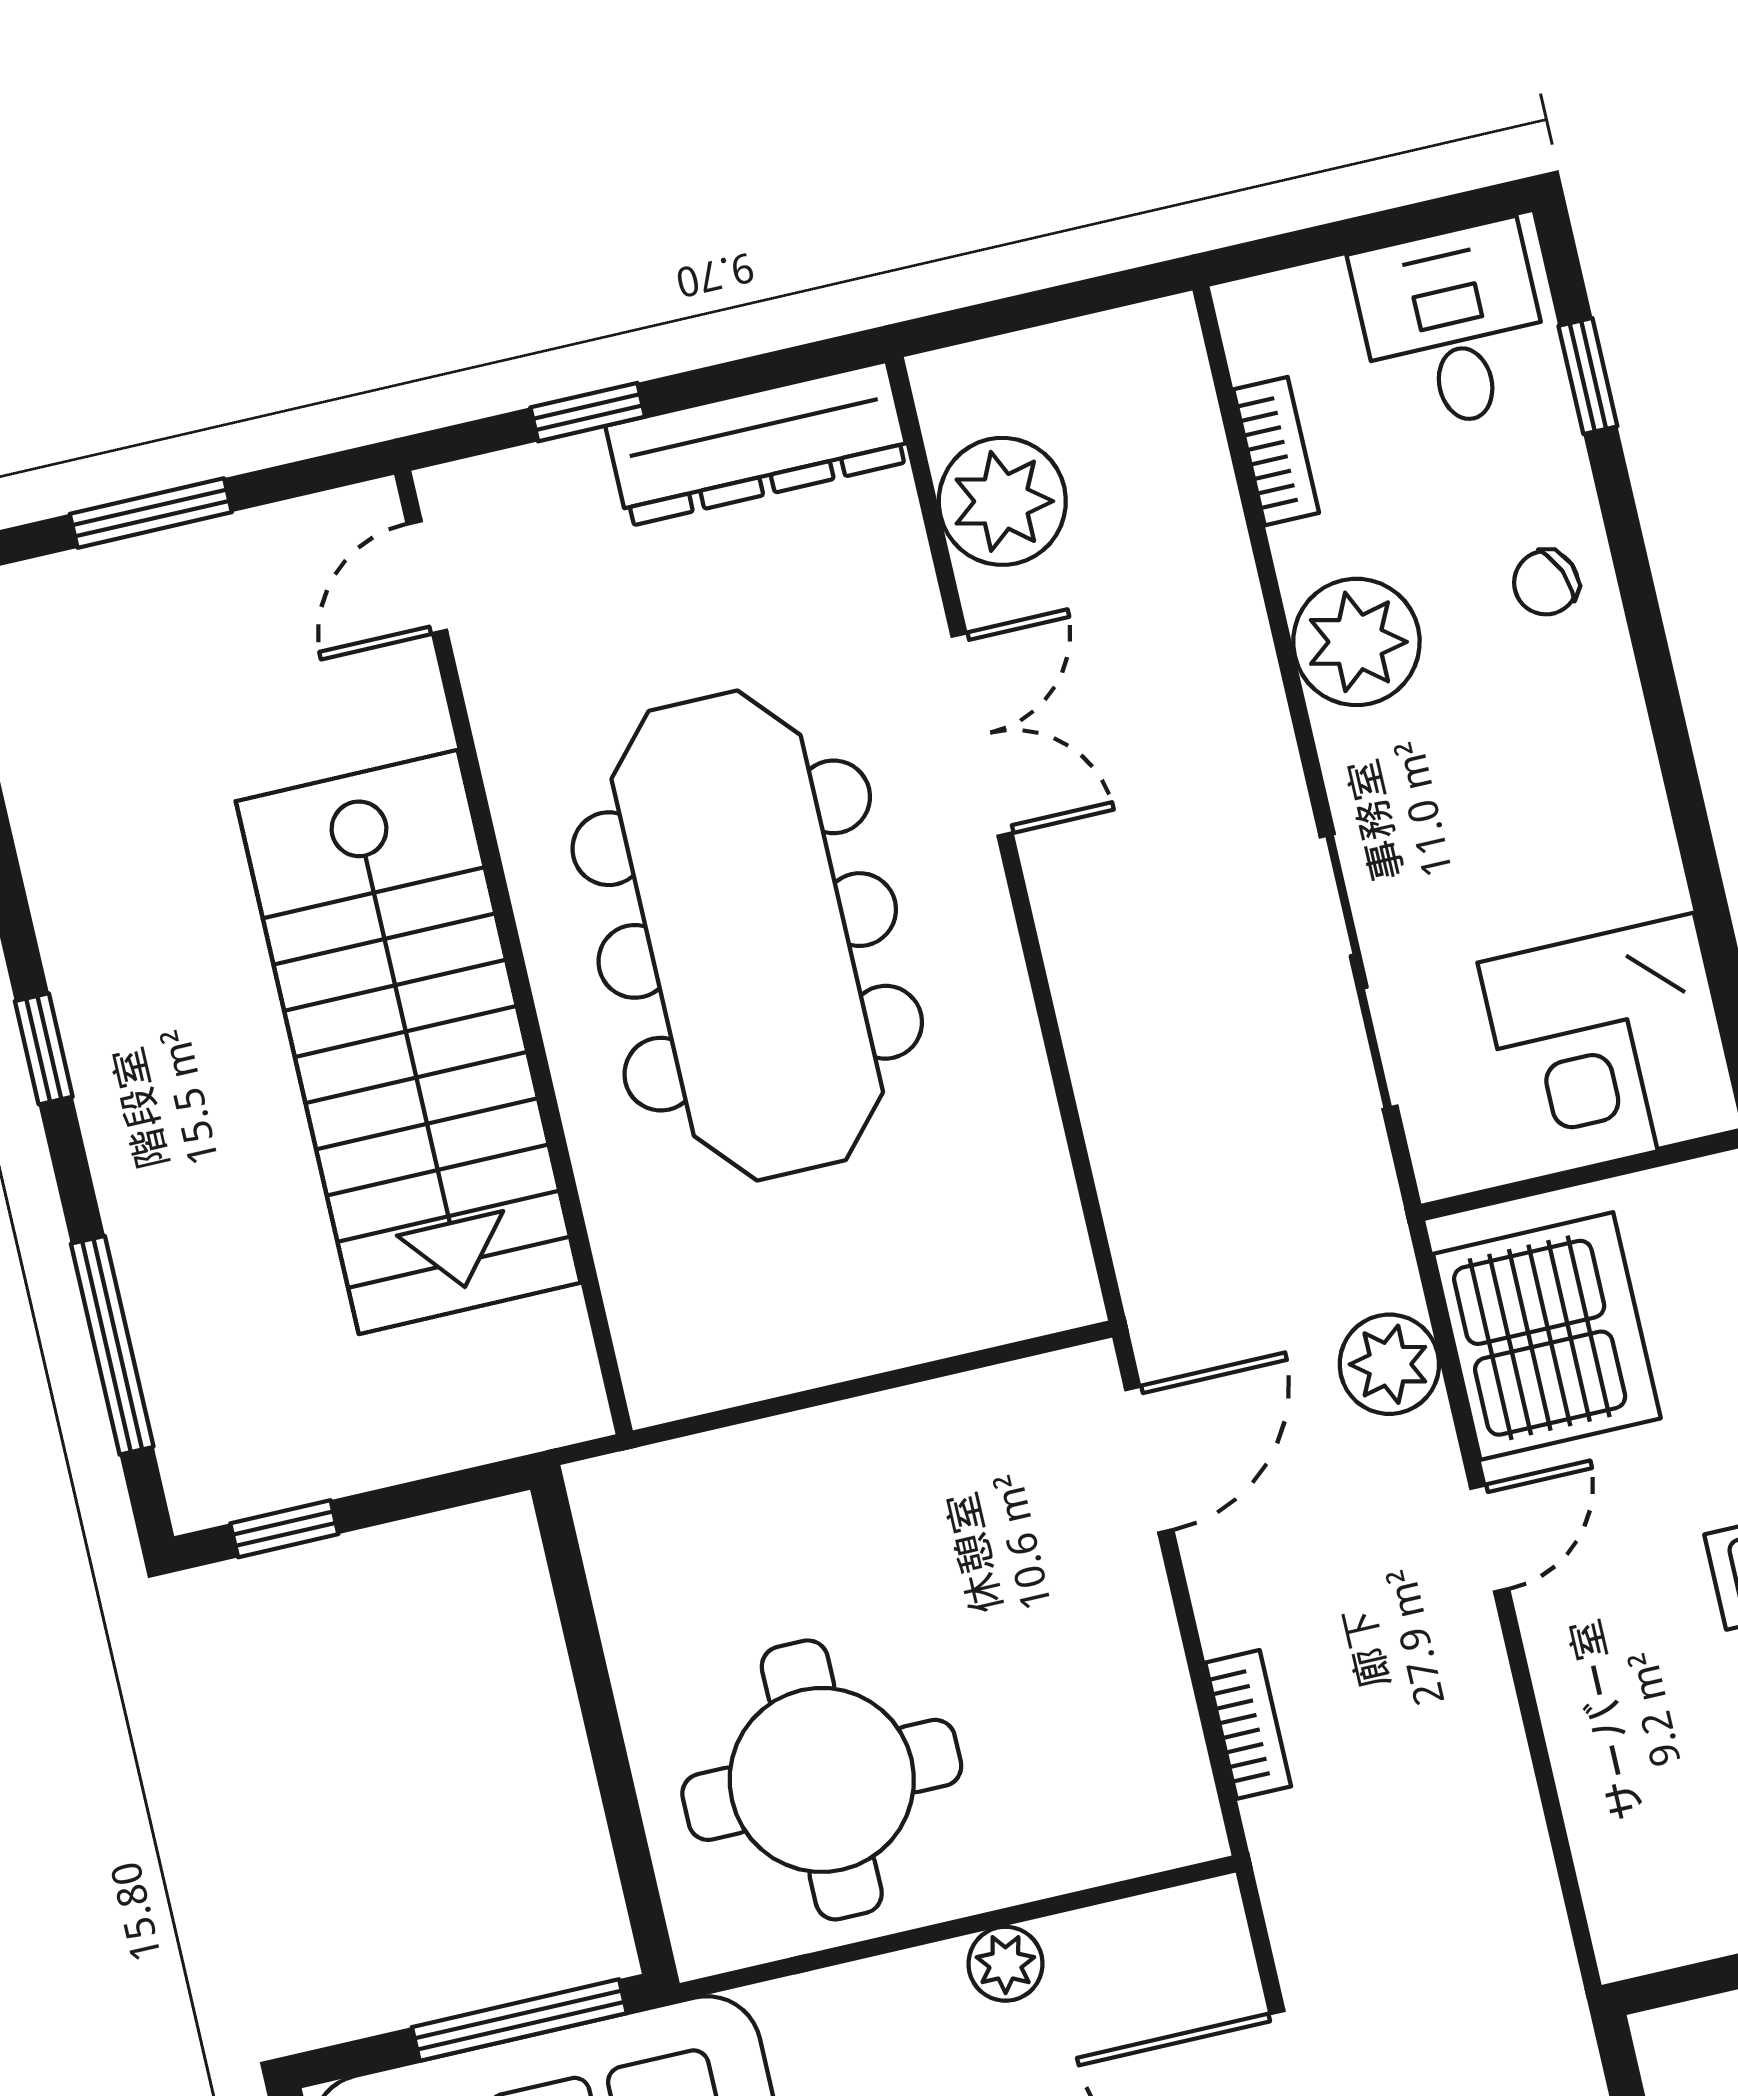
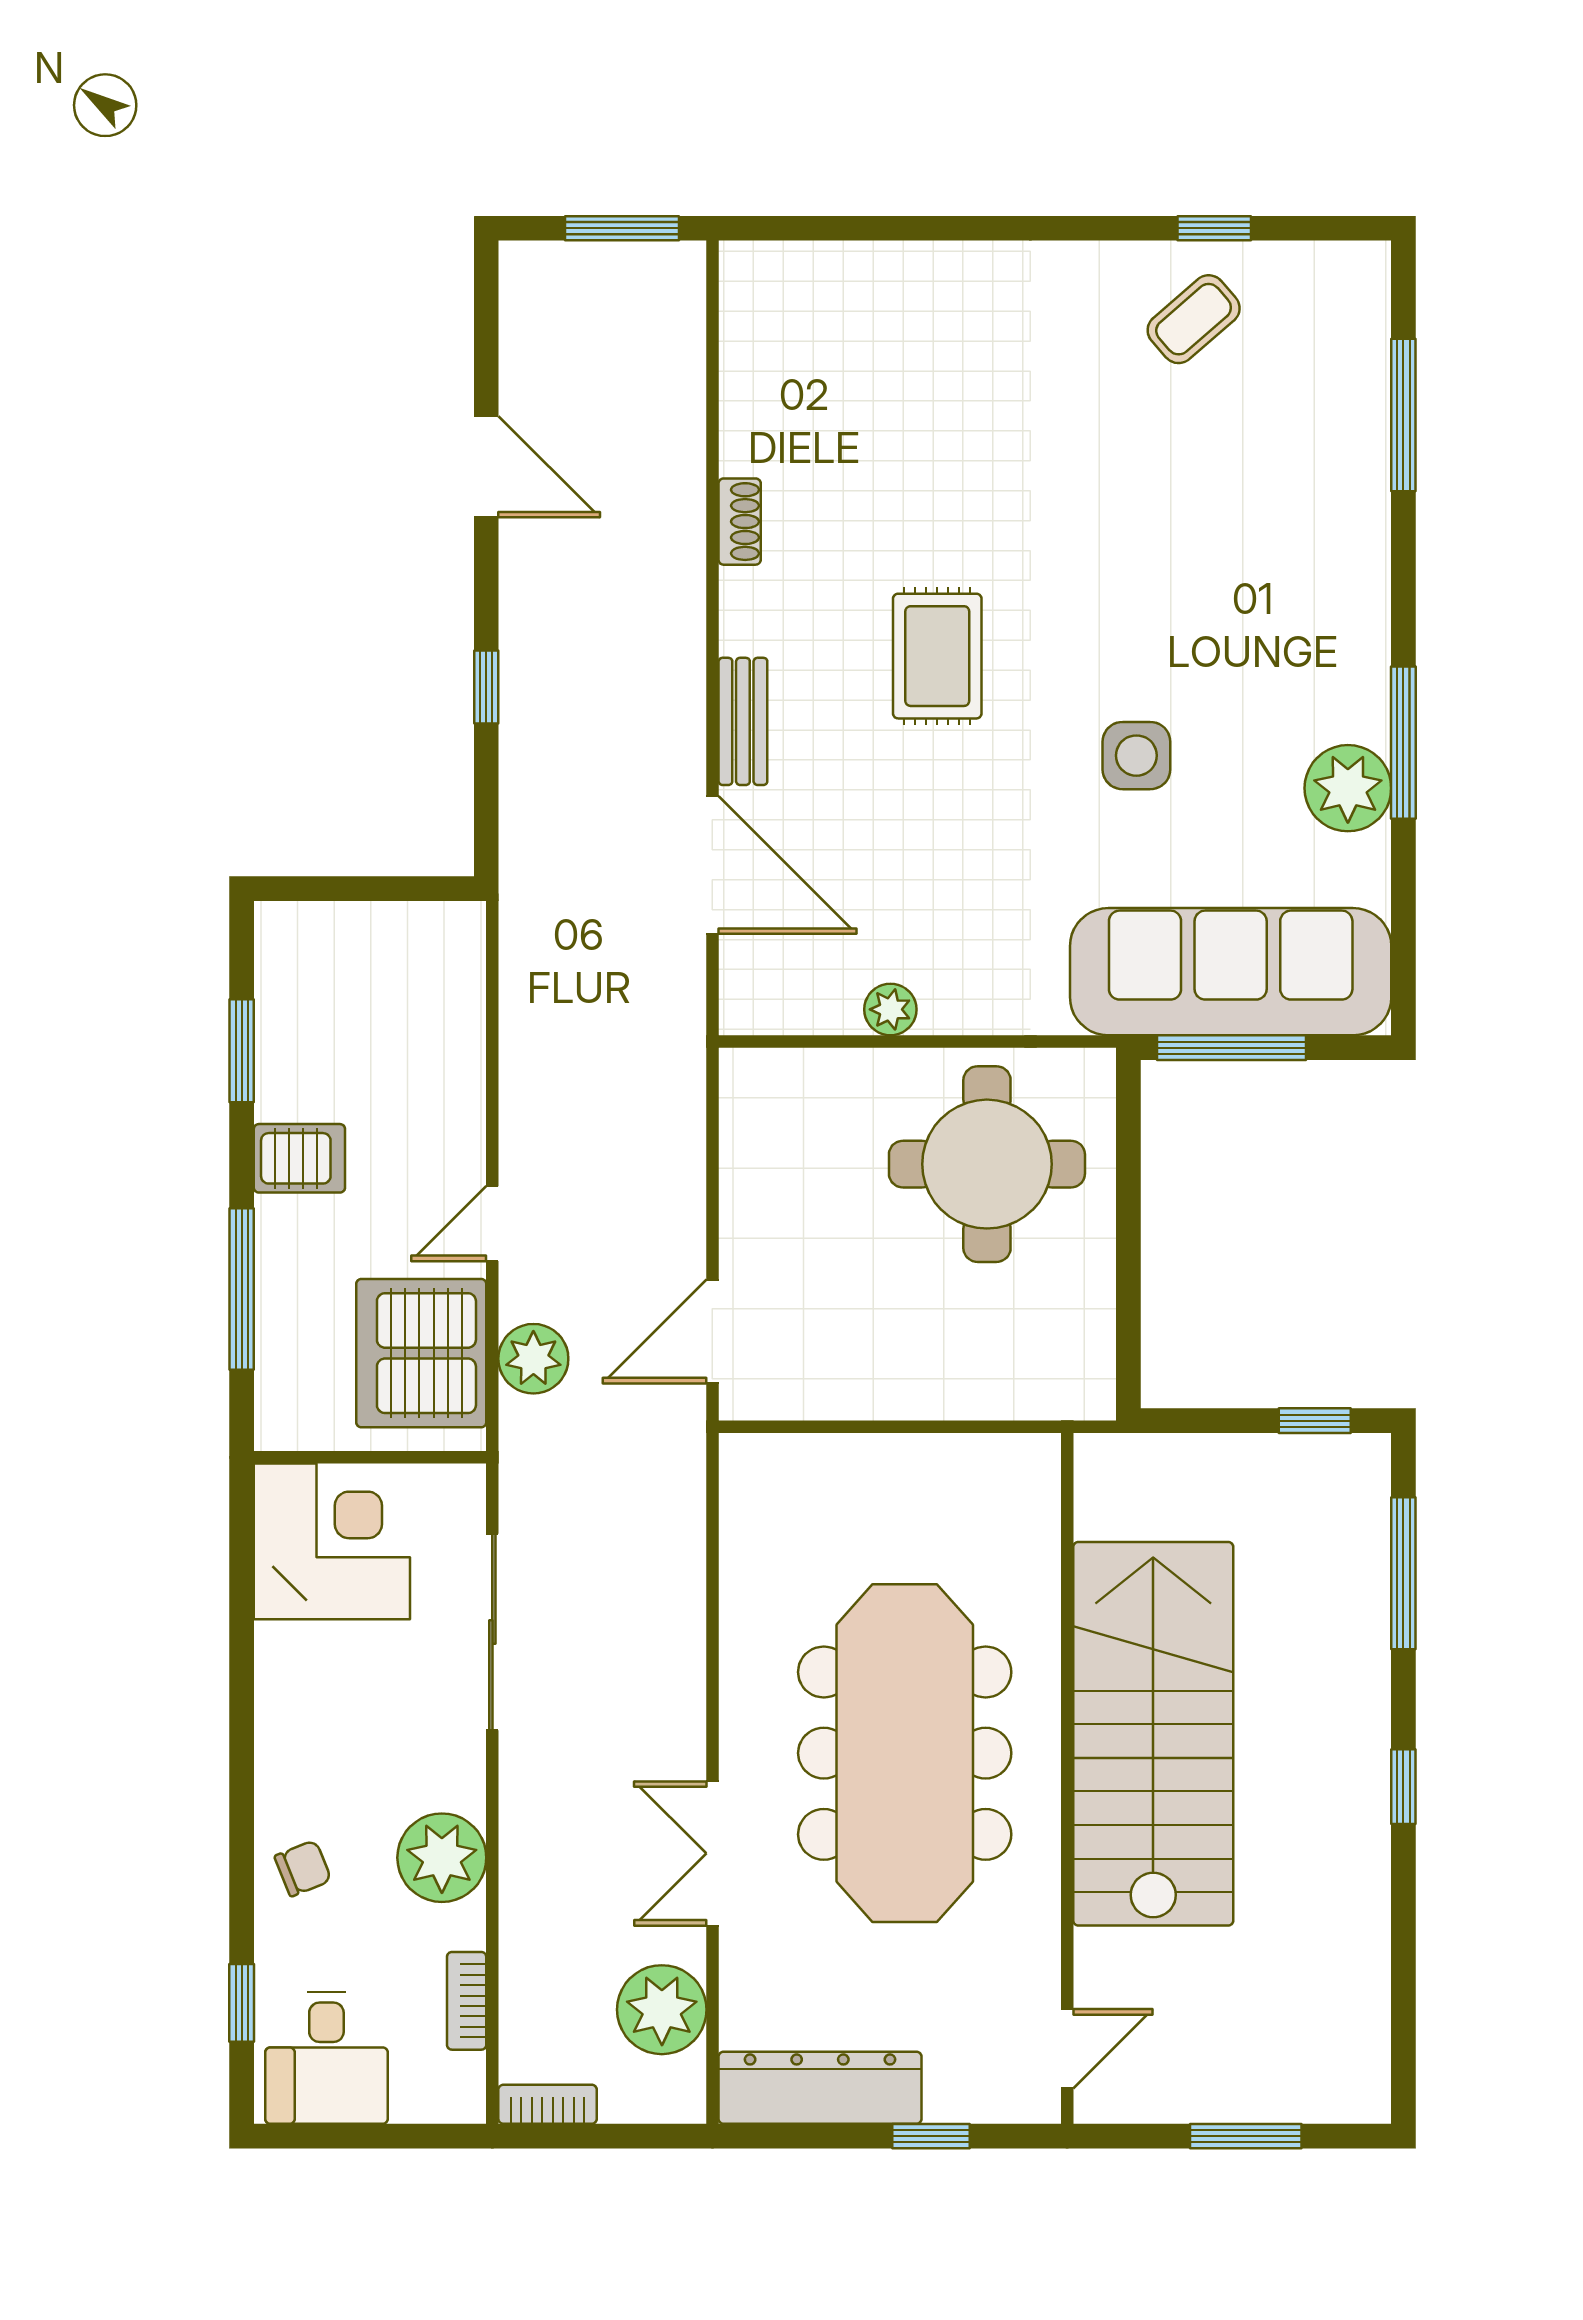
bookcase: (1248, 1724) -> (548, 2104), moved, turned 90

